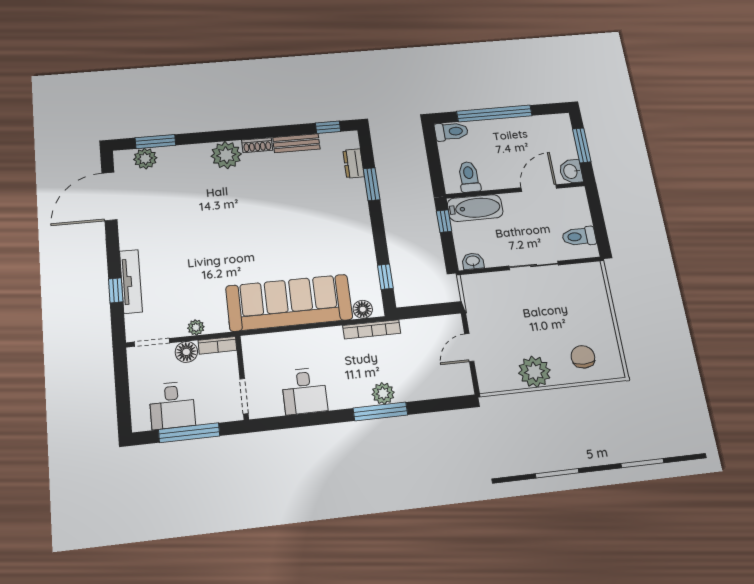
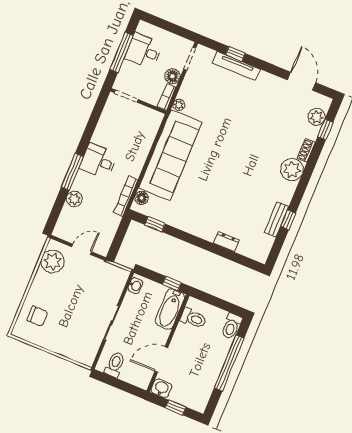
window: (328, 127) -> (288, 220), moved
window: (155, 142) -> (325, 129), width x0.67
shoe rack: (257, 145) -> (306, 150), moved
window: (582, 145) -> (176, 407), width x0.67
dresser: (354, 164) -> (226, 242), moved
window: (372, 184) -> (222, 252), removed
door: (539, 188) -> (161, 359), swing flipped
door: (109, 196) -> (302, 81), width x0.73
plant: (196, 327) -> (179, 105), moved
door: (469, 347) -> (82, 249), hinge flipped
plant: (534, 372) -> (52, 261), moved
desk: (304, 391) -> (98, 161), moved
plant: (383, 393) -> (74, 199), moved

